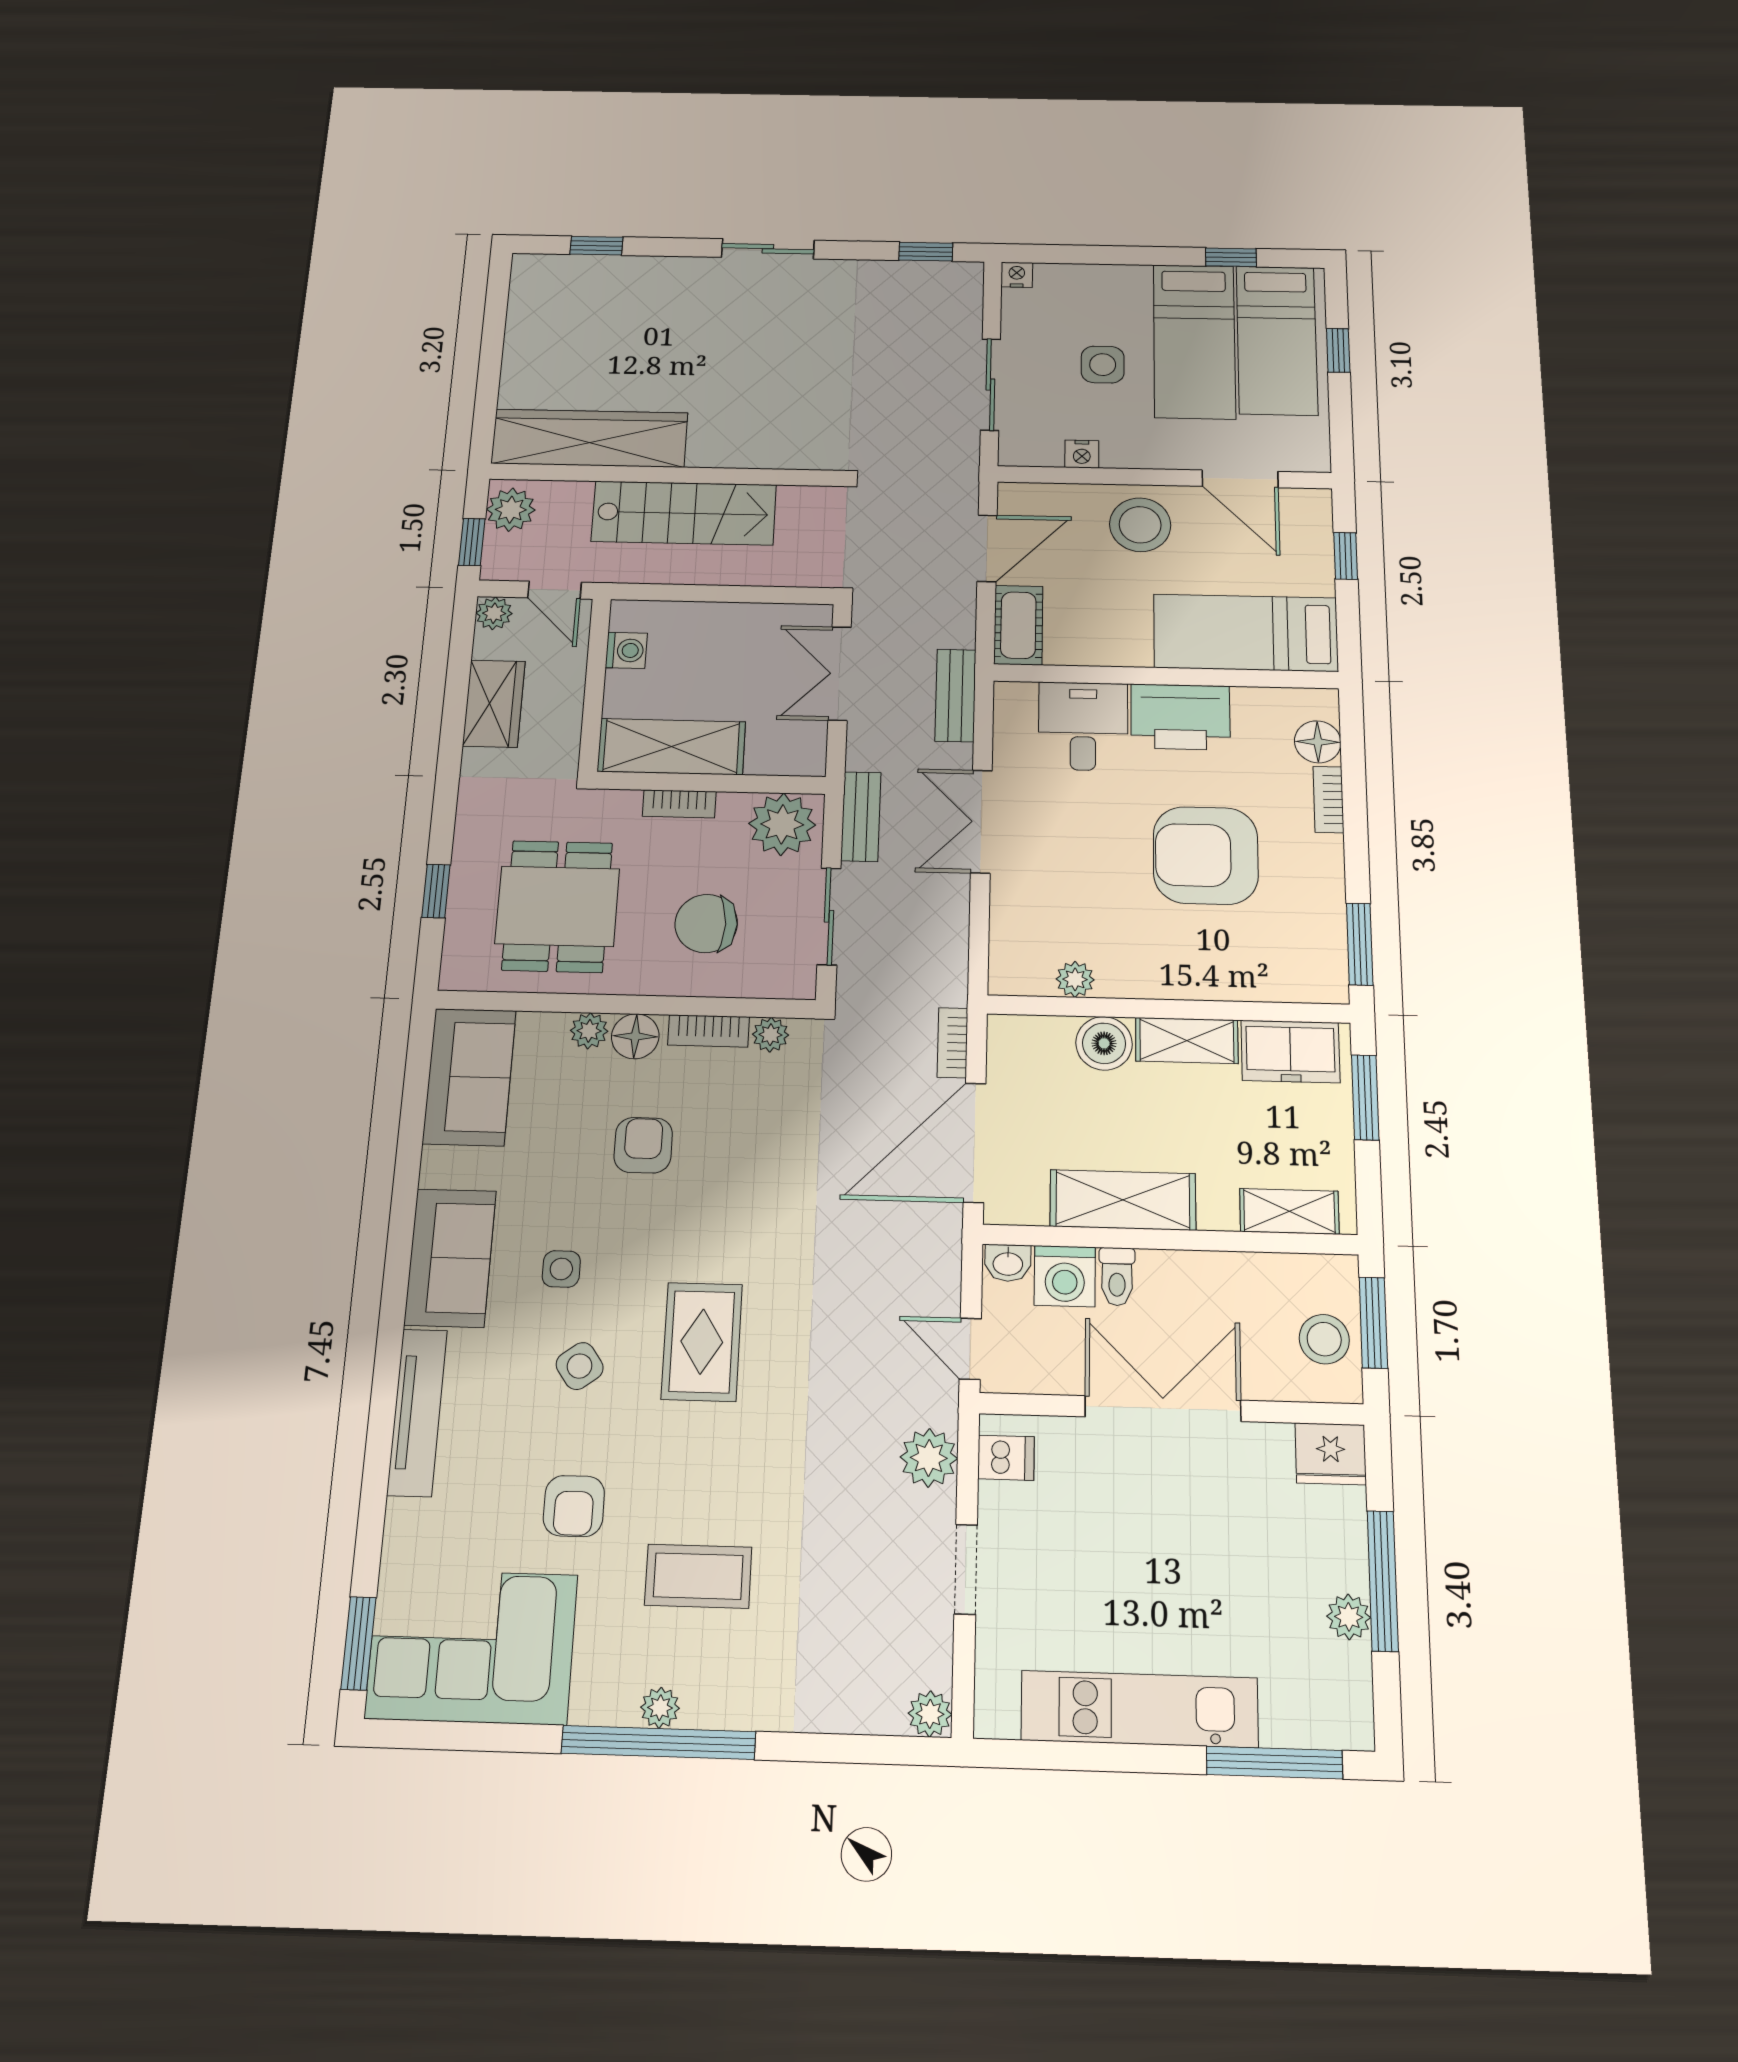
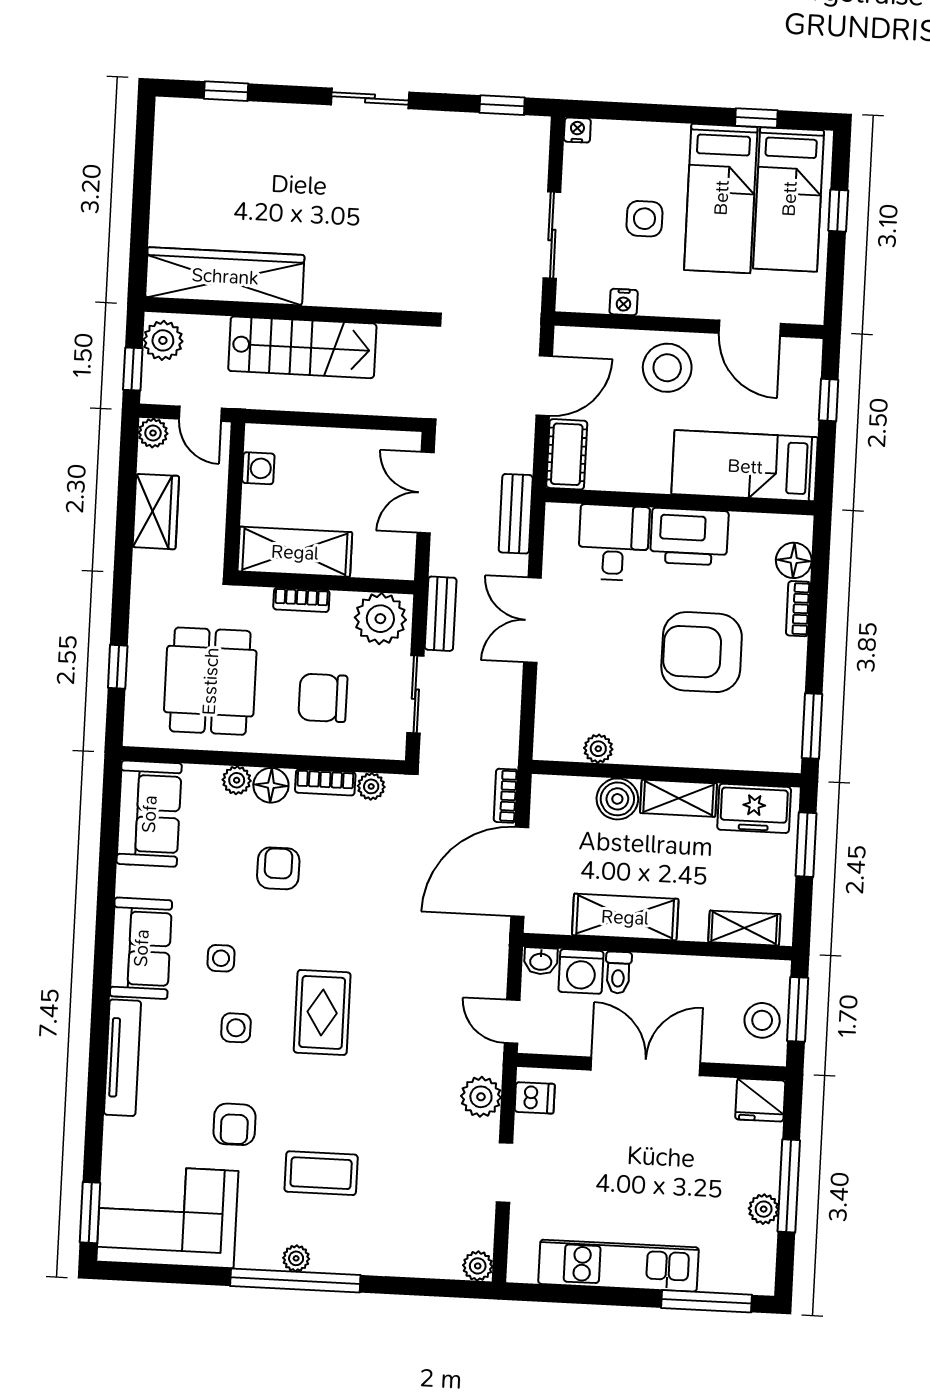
side table: (580, 1366) -> (236, 1028), turned 36

